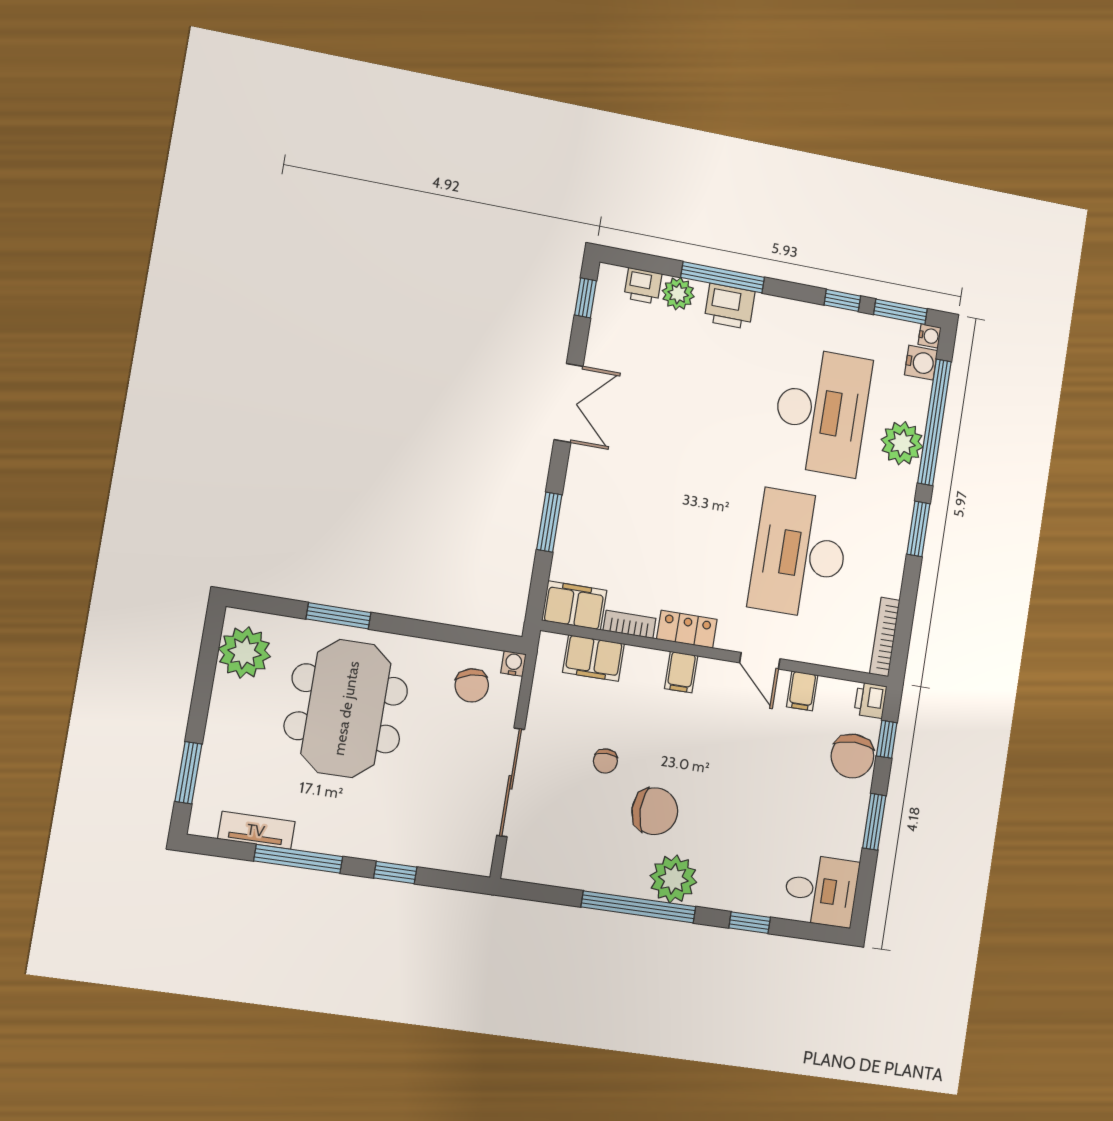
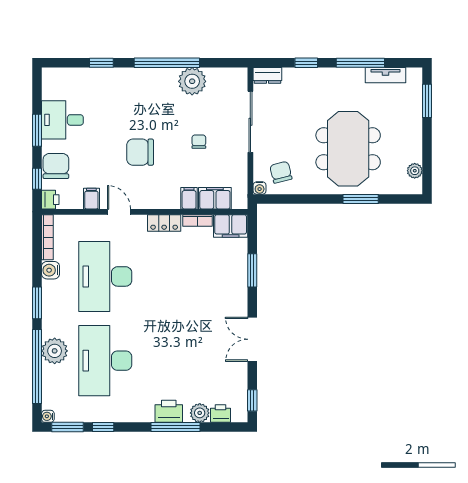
water cooler: (921, 363) -> (51, 270), moved
desk: (800, 554) -> (105, 276), turned 180
plant: (244, 652) -> (415, 171), width x0.53, depth x0.53
filing cabinet: (681, 672) -> (189, 198), moved
chair: (655, 811) -> (140, 152), moved
dresser: (468, 860) -> (267, 75), added
plant: (673, 879) -> (192, 81), moved
desk: (821, 890) -> (62, 120), moved

